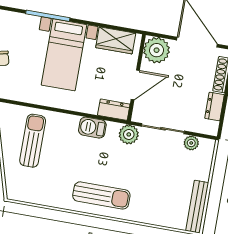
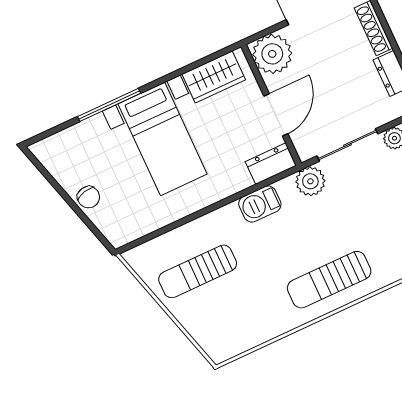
sun lounger: (33, 141) -> (198, 271), turned -90
sun lounger: (101, 195) -> (329, 280), turned 180

